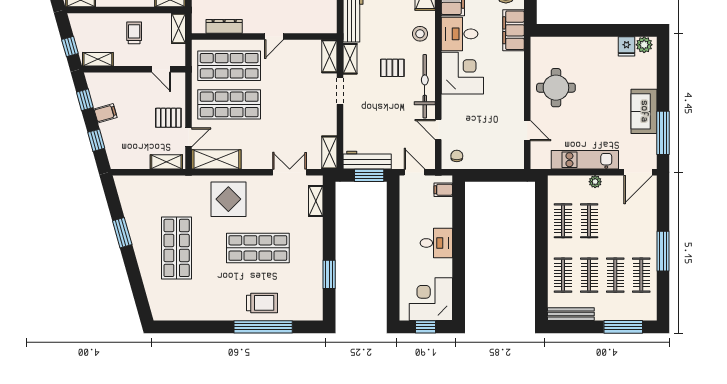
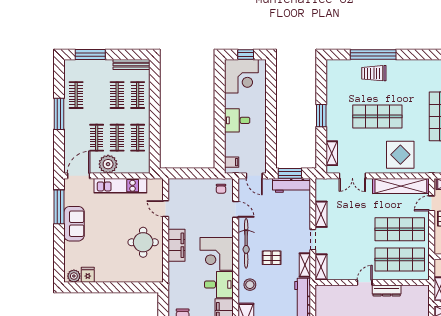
dresser: (224, 26) -> (387, 290), moved
filing cabinet: (513, 30) -> (177, 245), moved
shelving: (329, 153) -> (321, 214), moved
shelving: (216, 159) -> (401, 186), width x1.47
plant: (595, 182) -> (108, 164), width x1.88, depth x1.88
window: (329, 274) -> (321, 116), moved
clothes rail: (615, 275) -> (97, 138), moved

